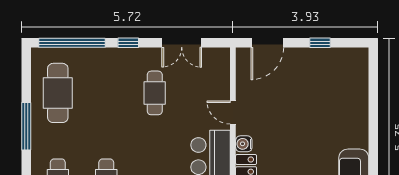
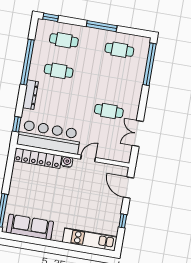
window: (128, 43) -> (144, 100), removed
kitchen unit: (357, 89) -> (90, 239), added
cafe table: (58, 93) -> (119, 50), width x0.73, depth x0.74

